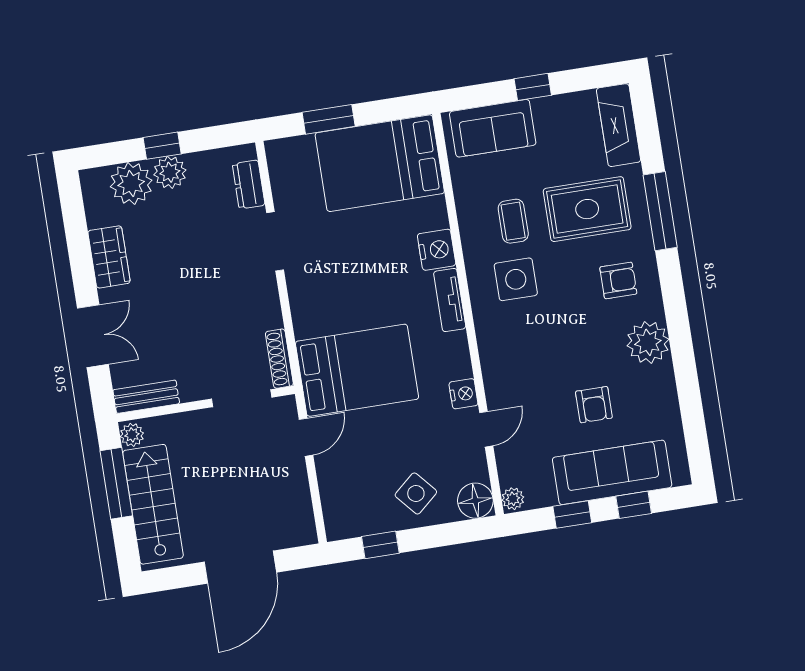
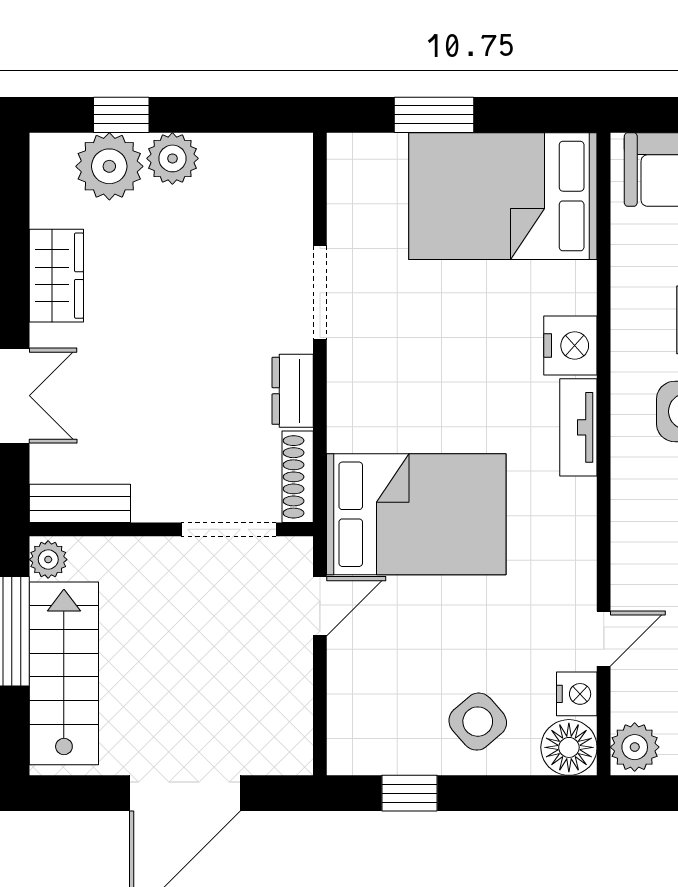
window: (162, 146) -> (121, 115), moved
dresser: (249, 184) -> (293, 391), moved
nightstand: (463, 394) -> (577, 694), moved
plant: (513, 499) -> (635, 747), width x1.38, depth x1.38

